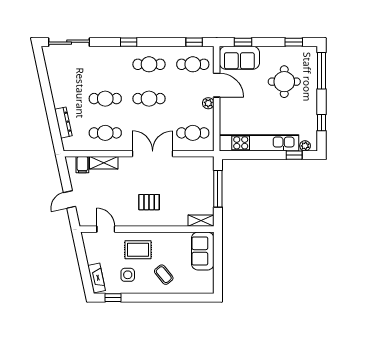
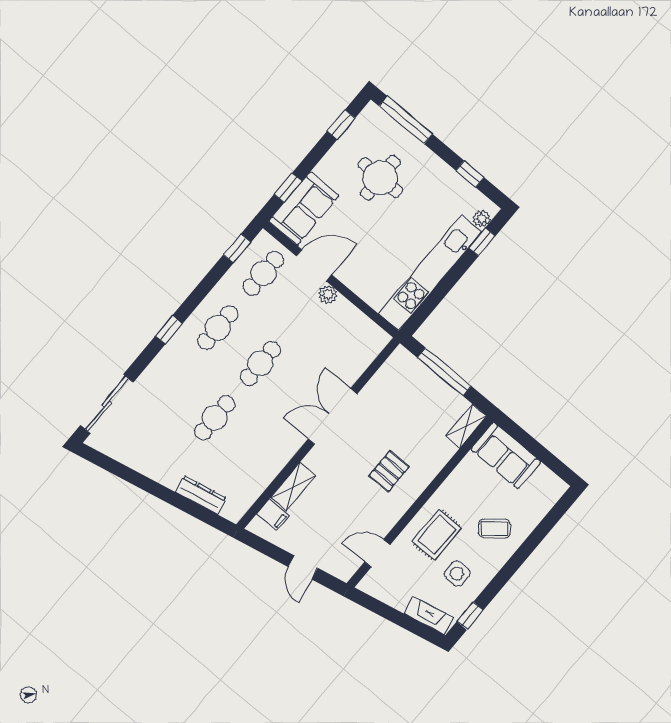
cafe table: (105, 133) -> (257, 453), removed
cafe table: (193, 133) -> (349, 345), removed

